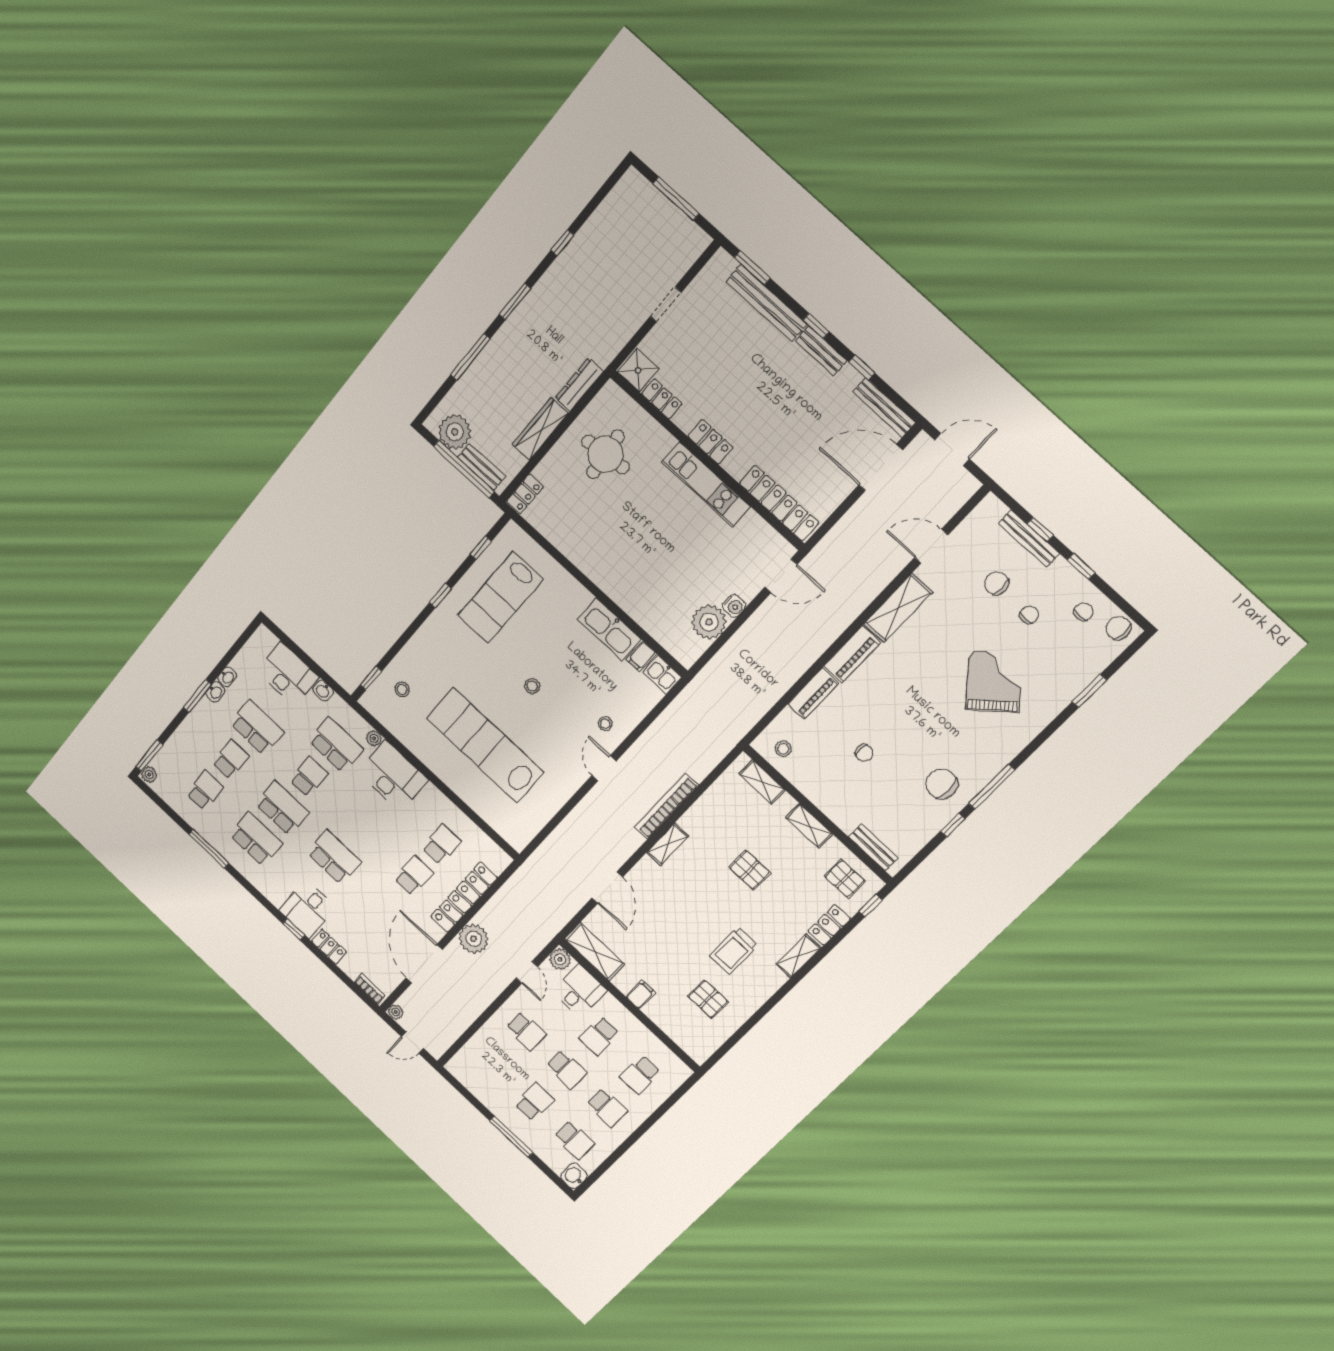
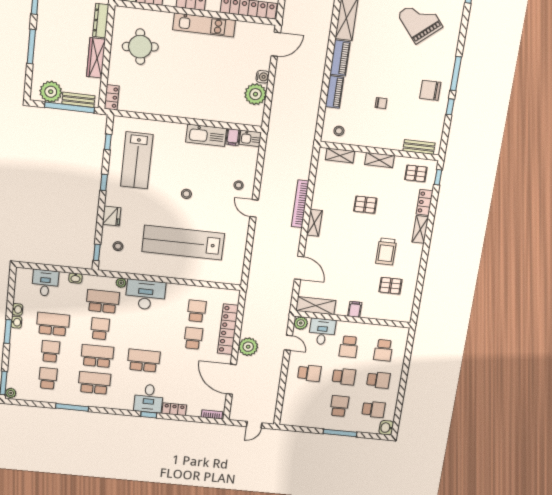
fridge: (420, 645) -> (112, 216), added
desk: (288, 674) -> (45, 283), width x0.73
plant: (396, 1012) -> (234, 416), removed

